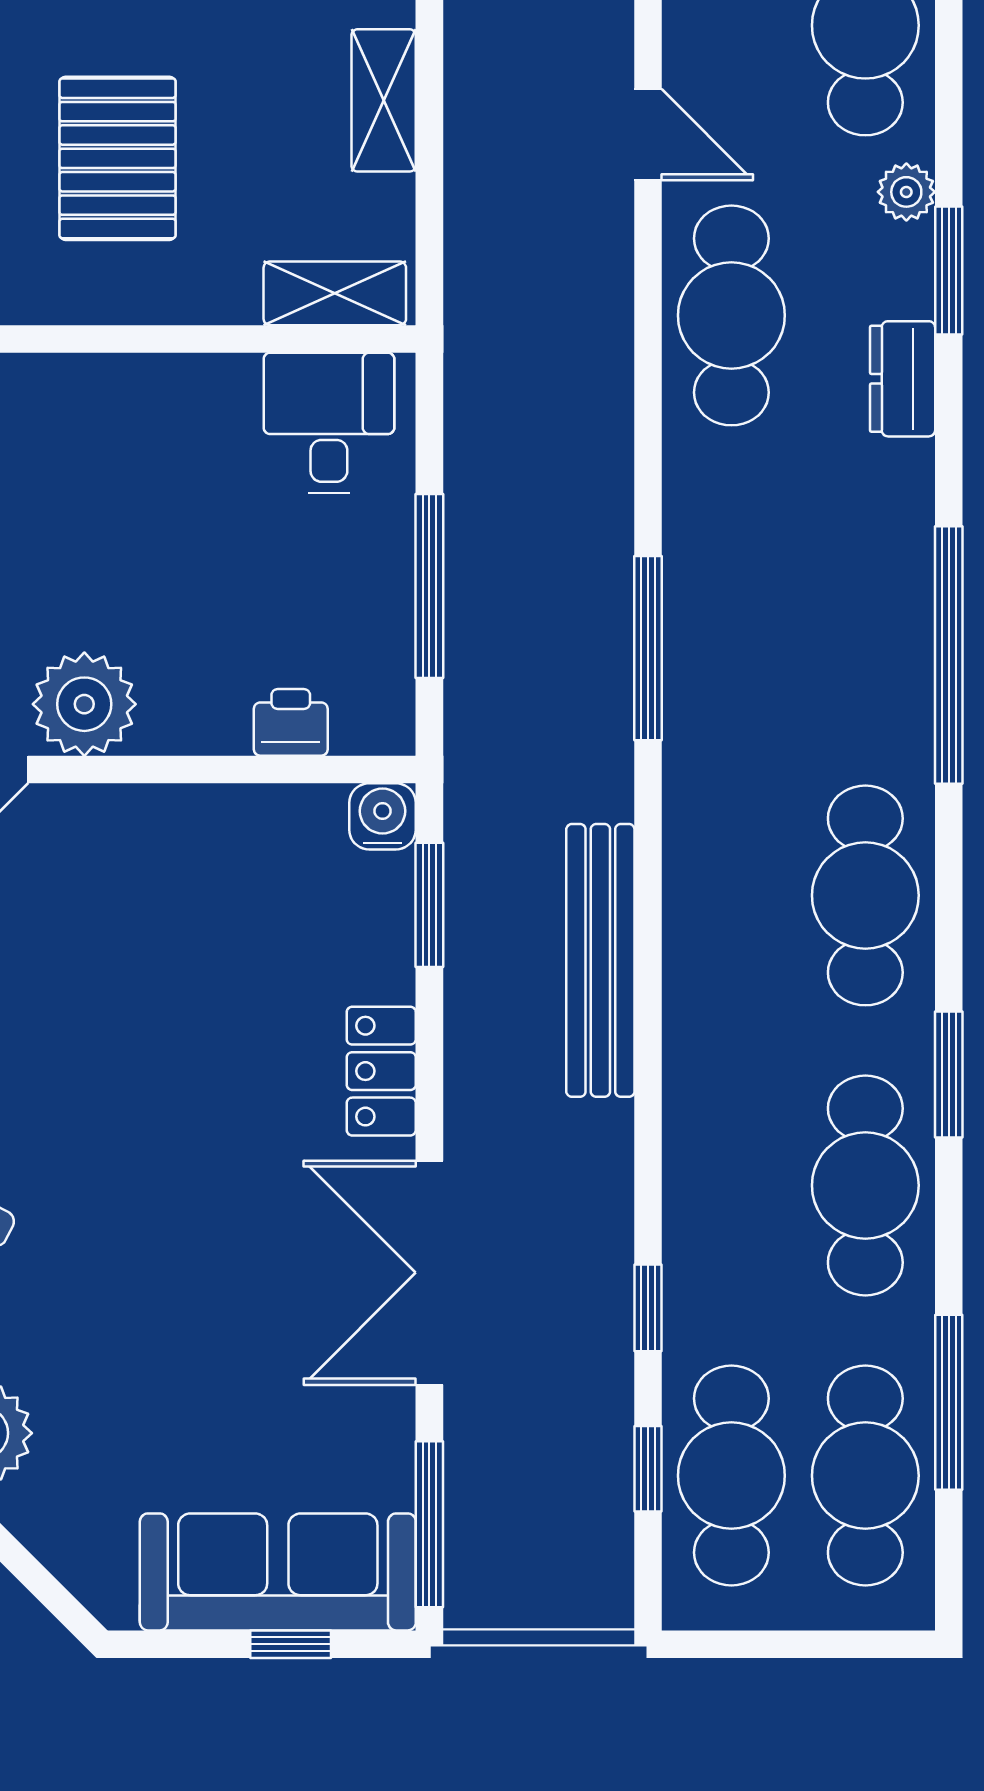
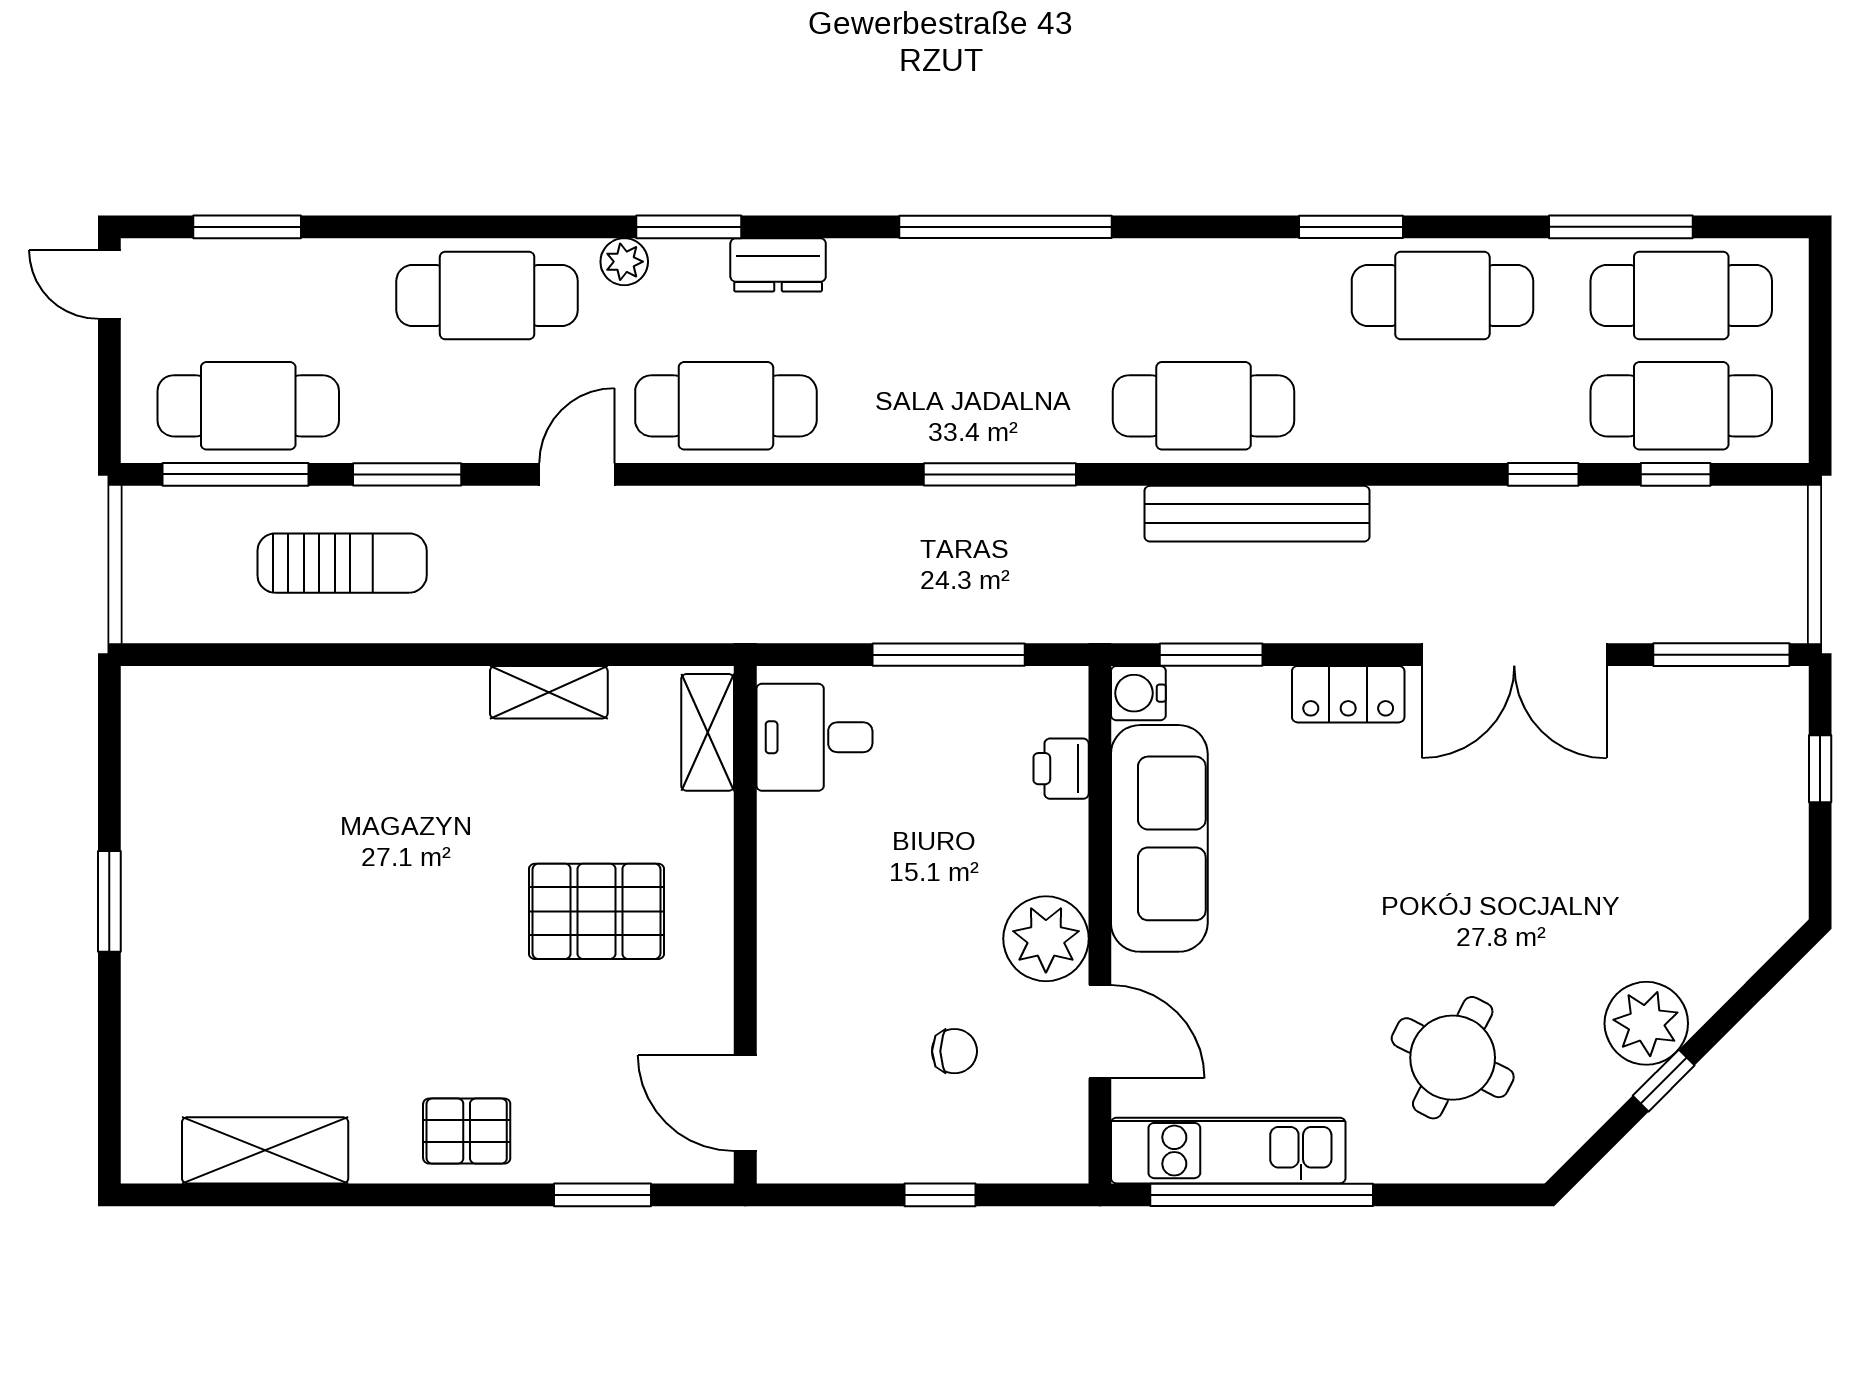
cafe table: (865, 895) -> (1204, 406), moved
sofa: (278, 1572) -> (1159, 838), moved, turned 180

